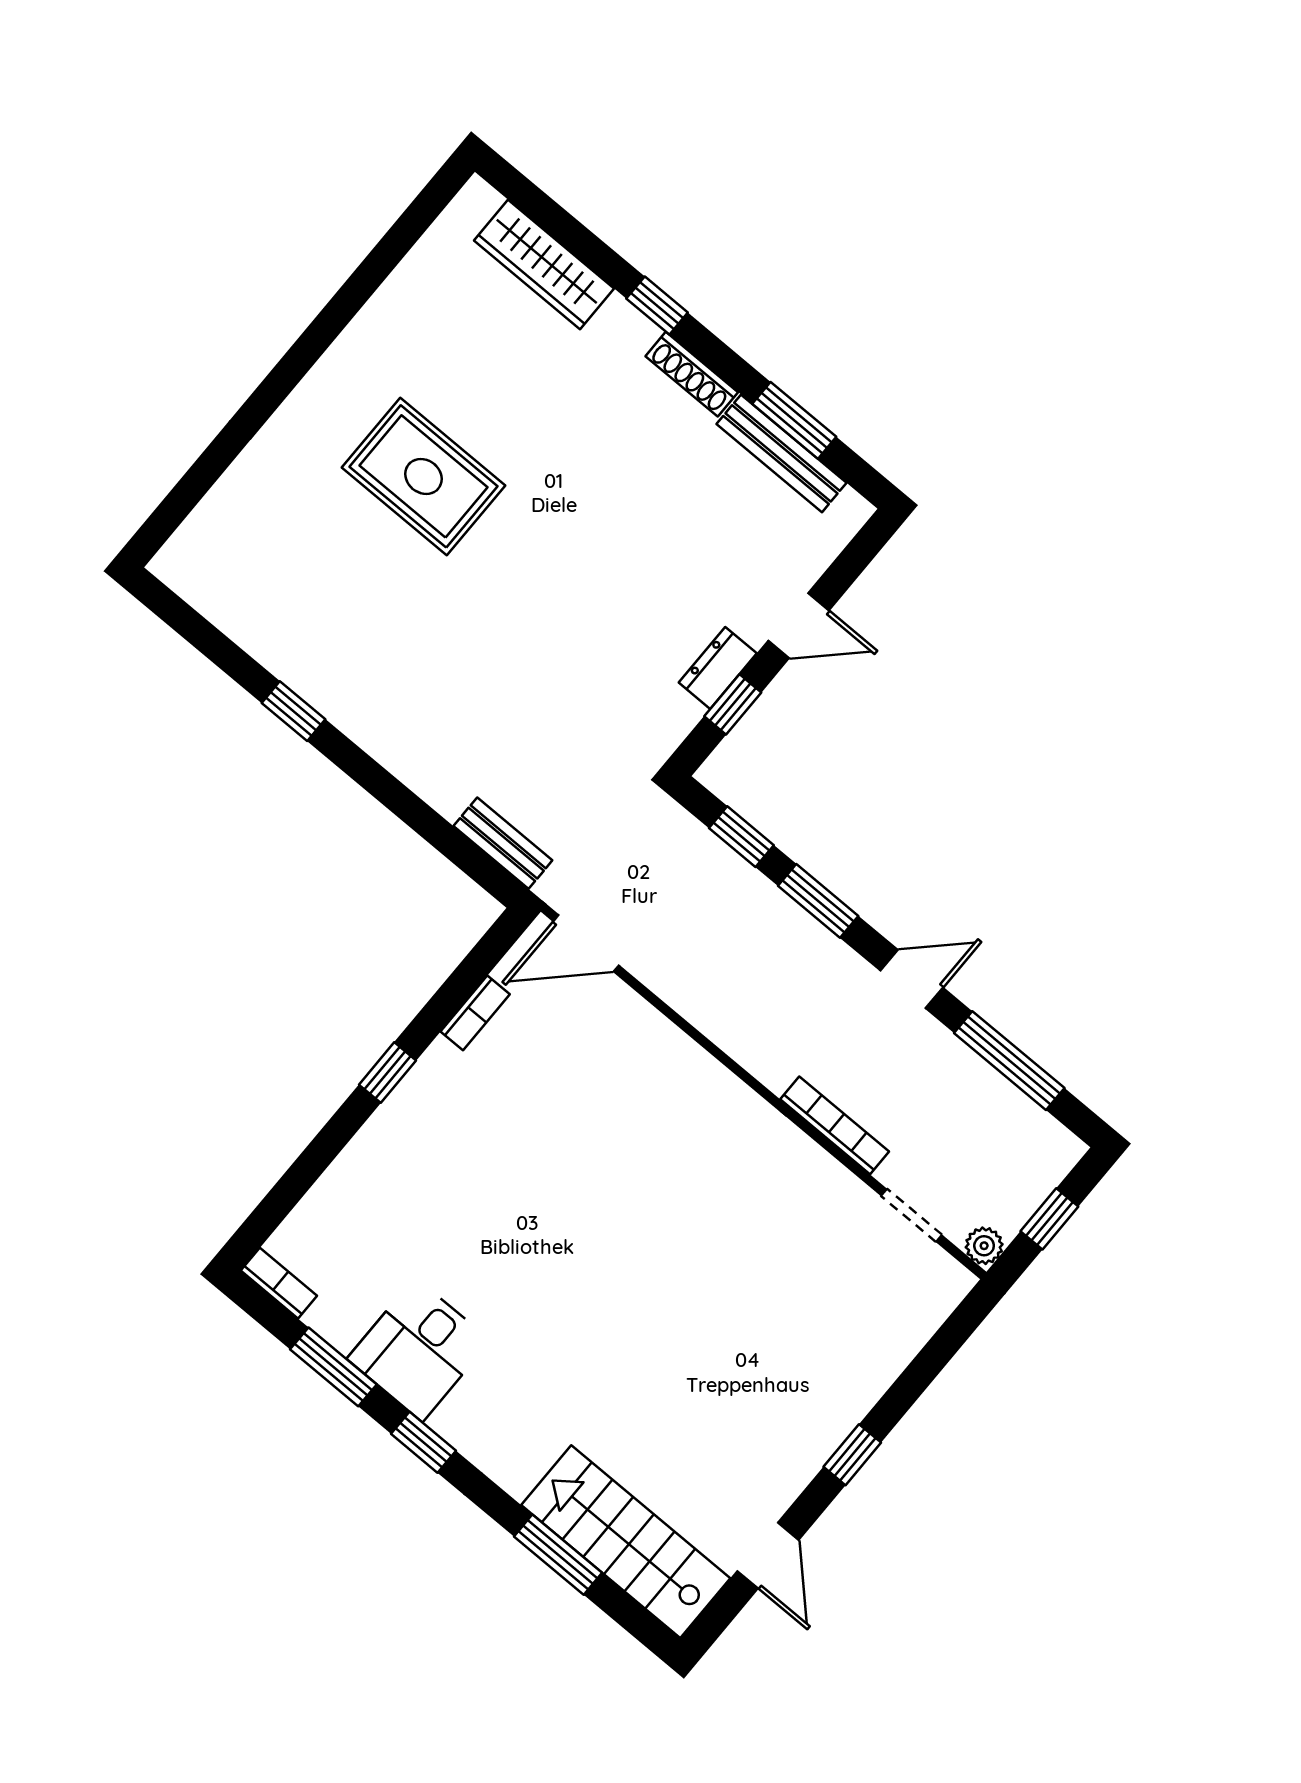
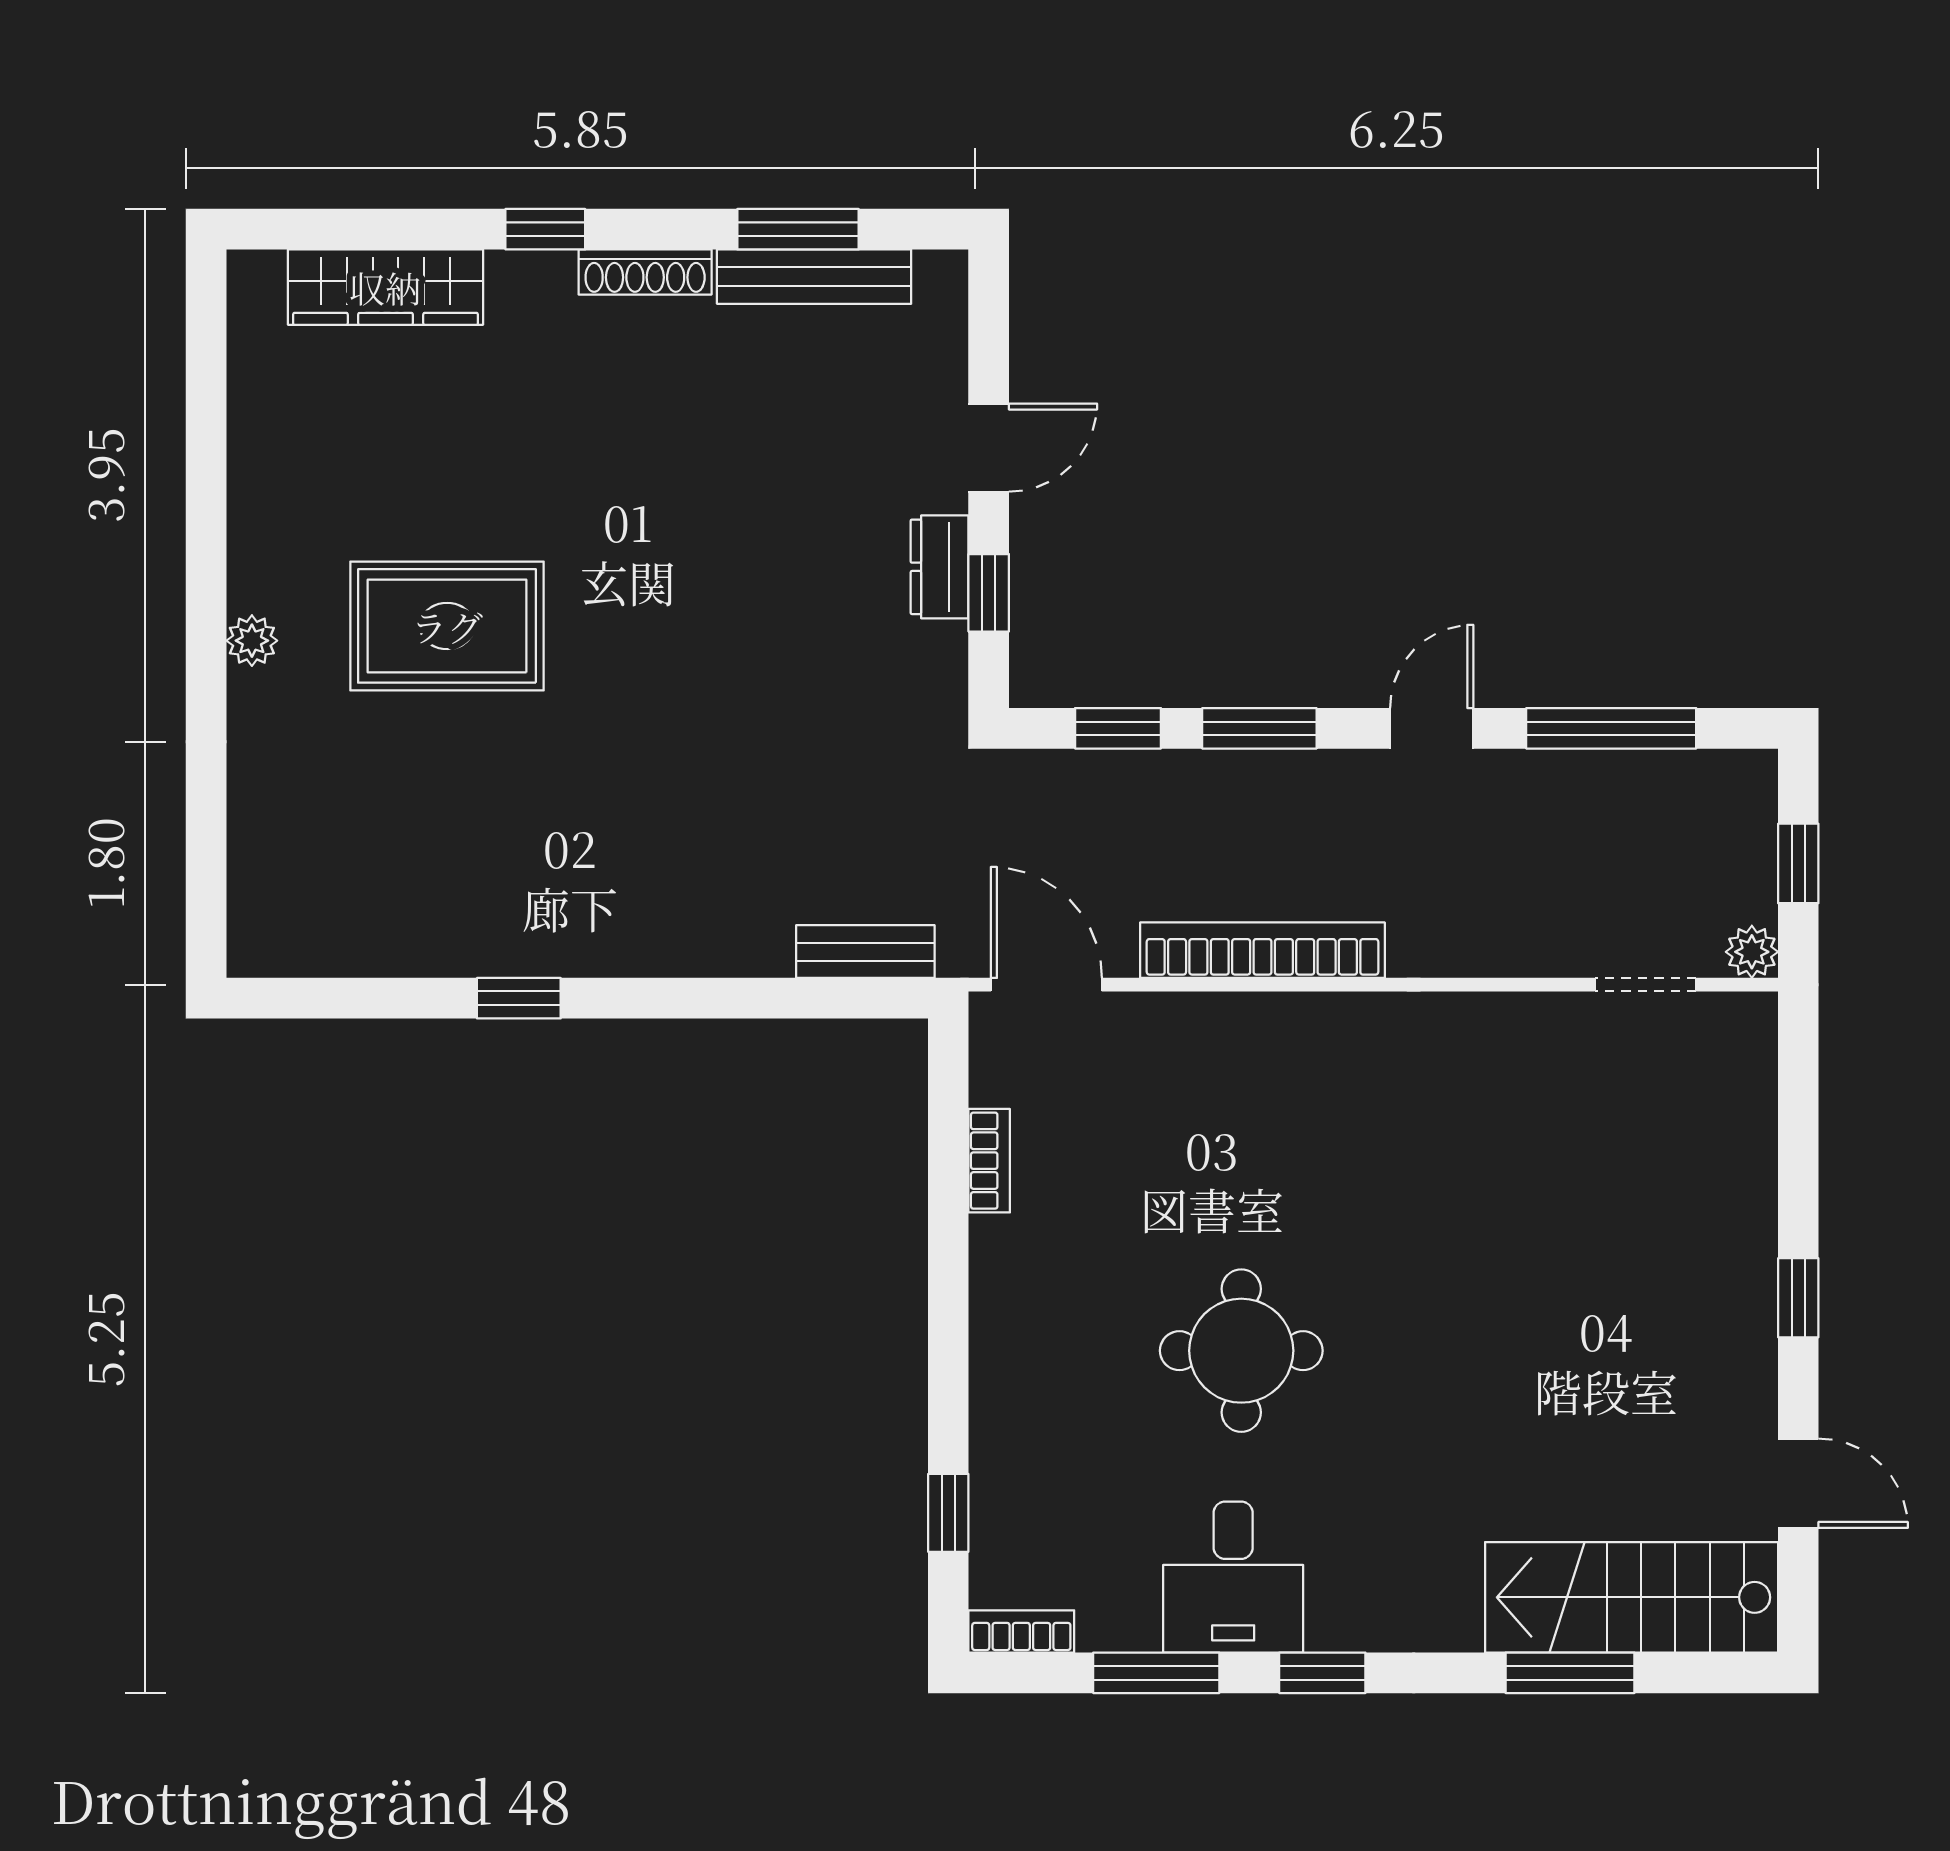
plant: (311, 396) -> (252, 641), added
door: (586, 943) -> (1046, 985), swing flipped
window: (388, 1073) -> (948, 1513), moved
bookcase: (835, 1125) -> (1262, 950), moved, width x1.48, depth x1.31
round table: (526, 1231) -> (1241, 1351), added

